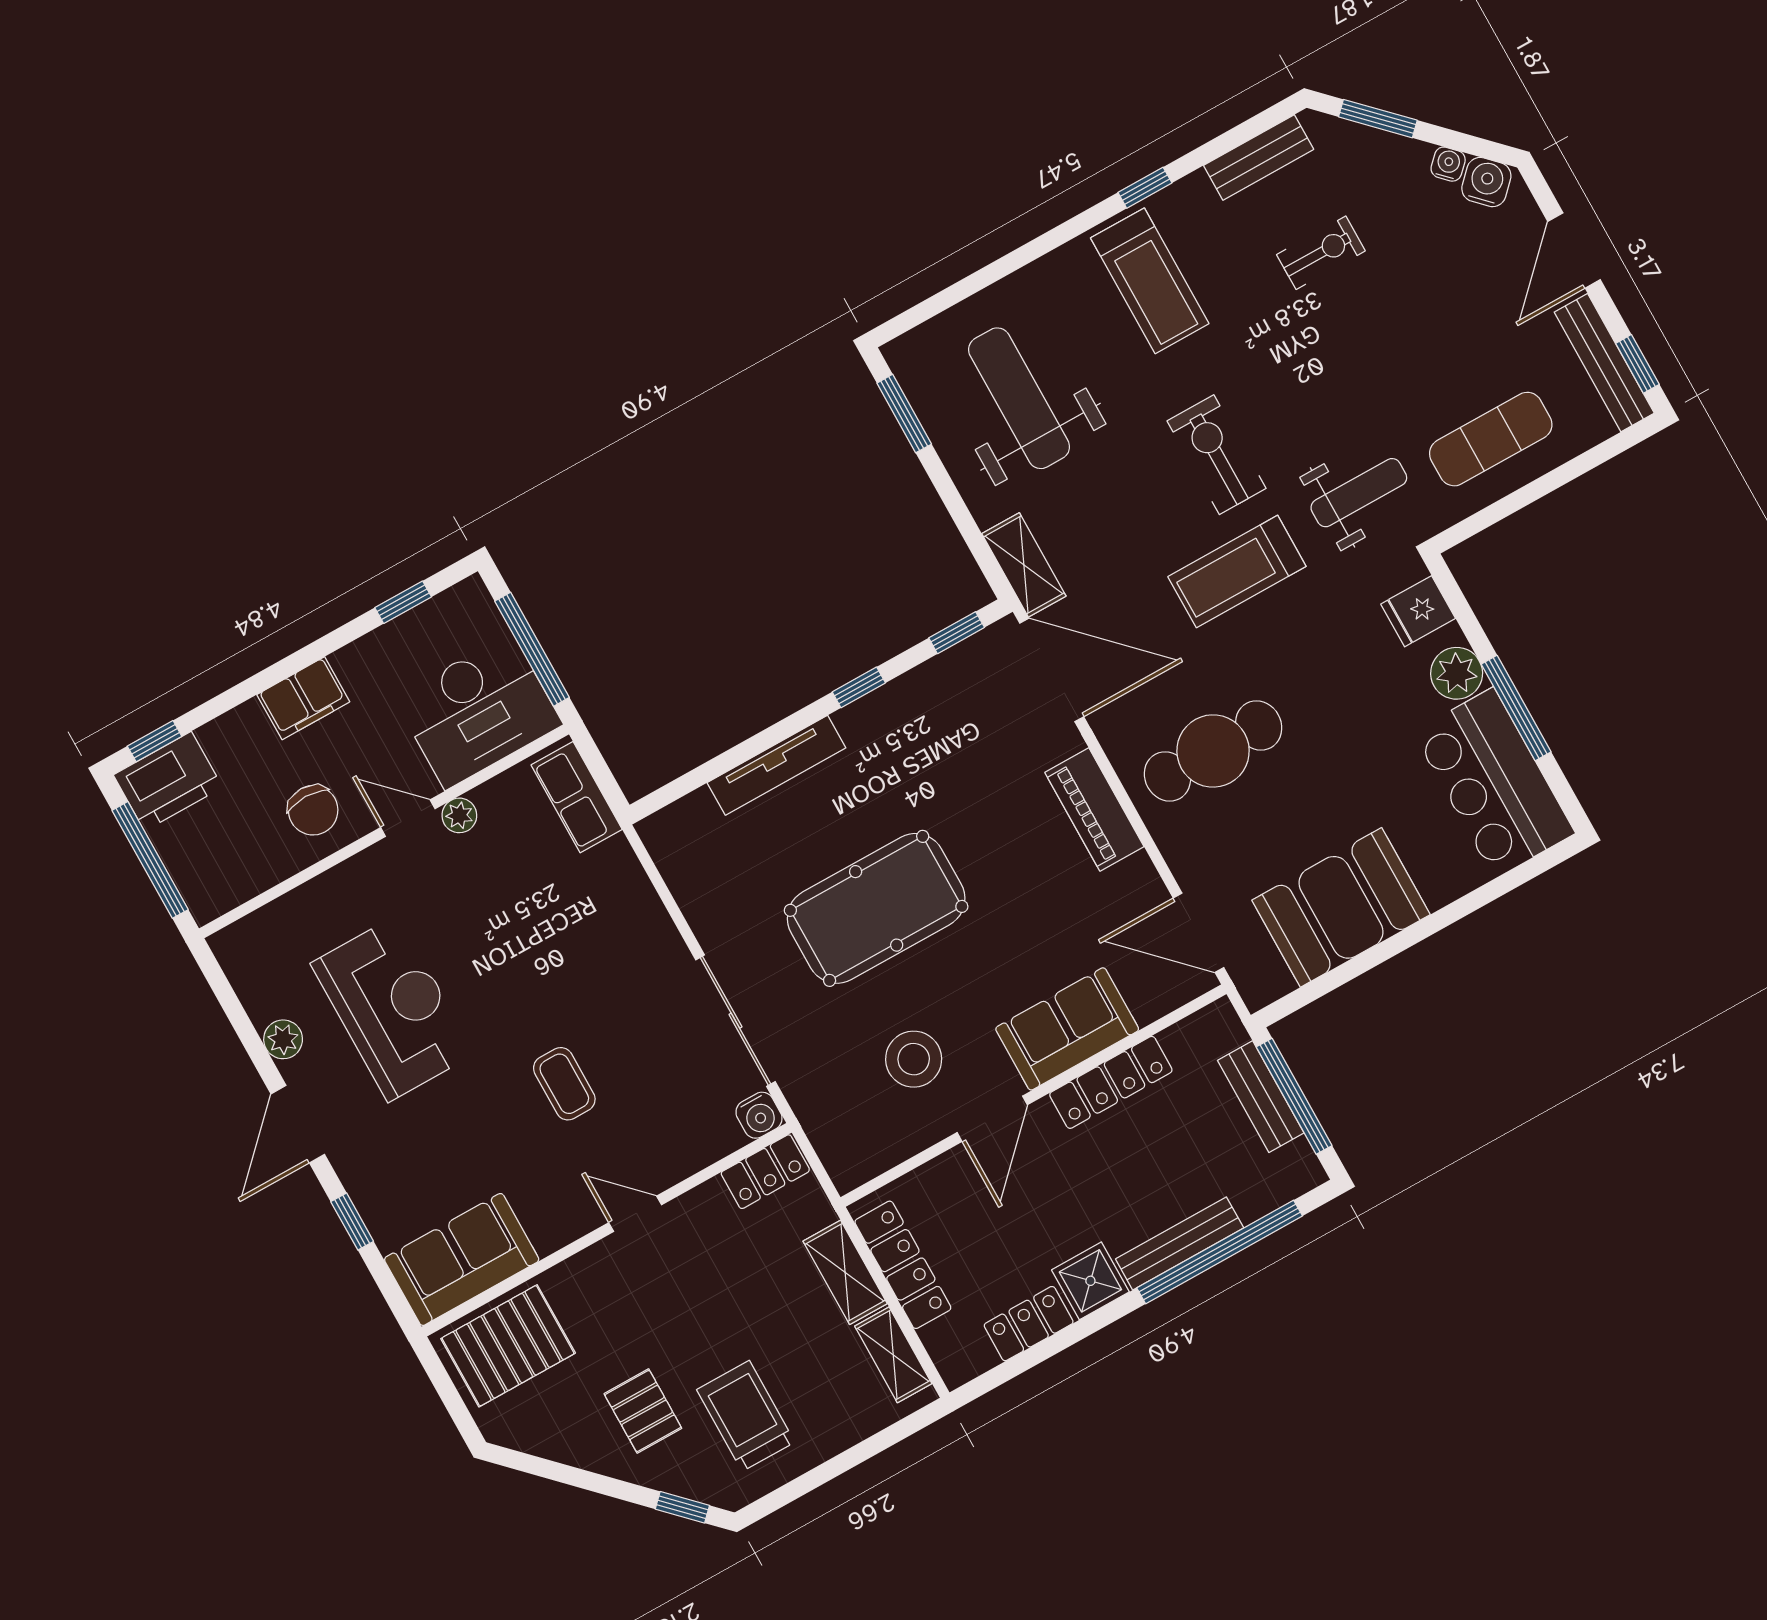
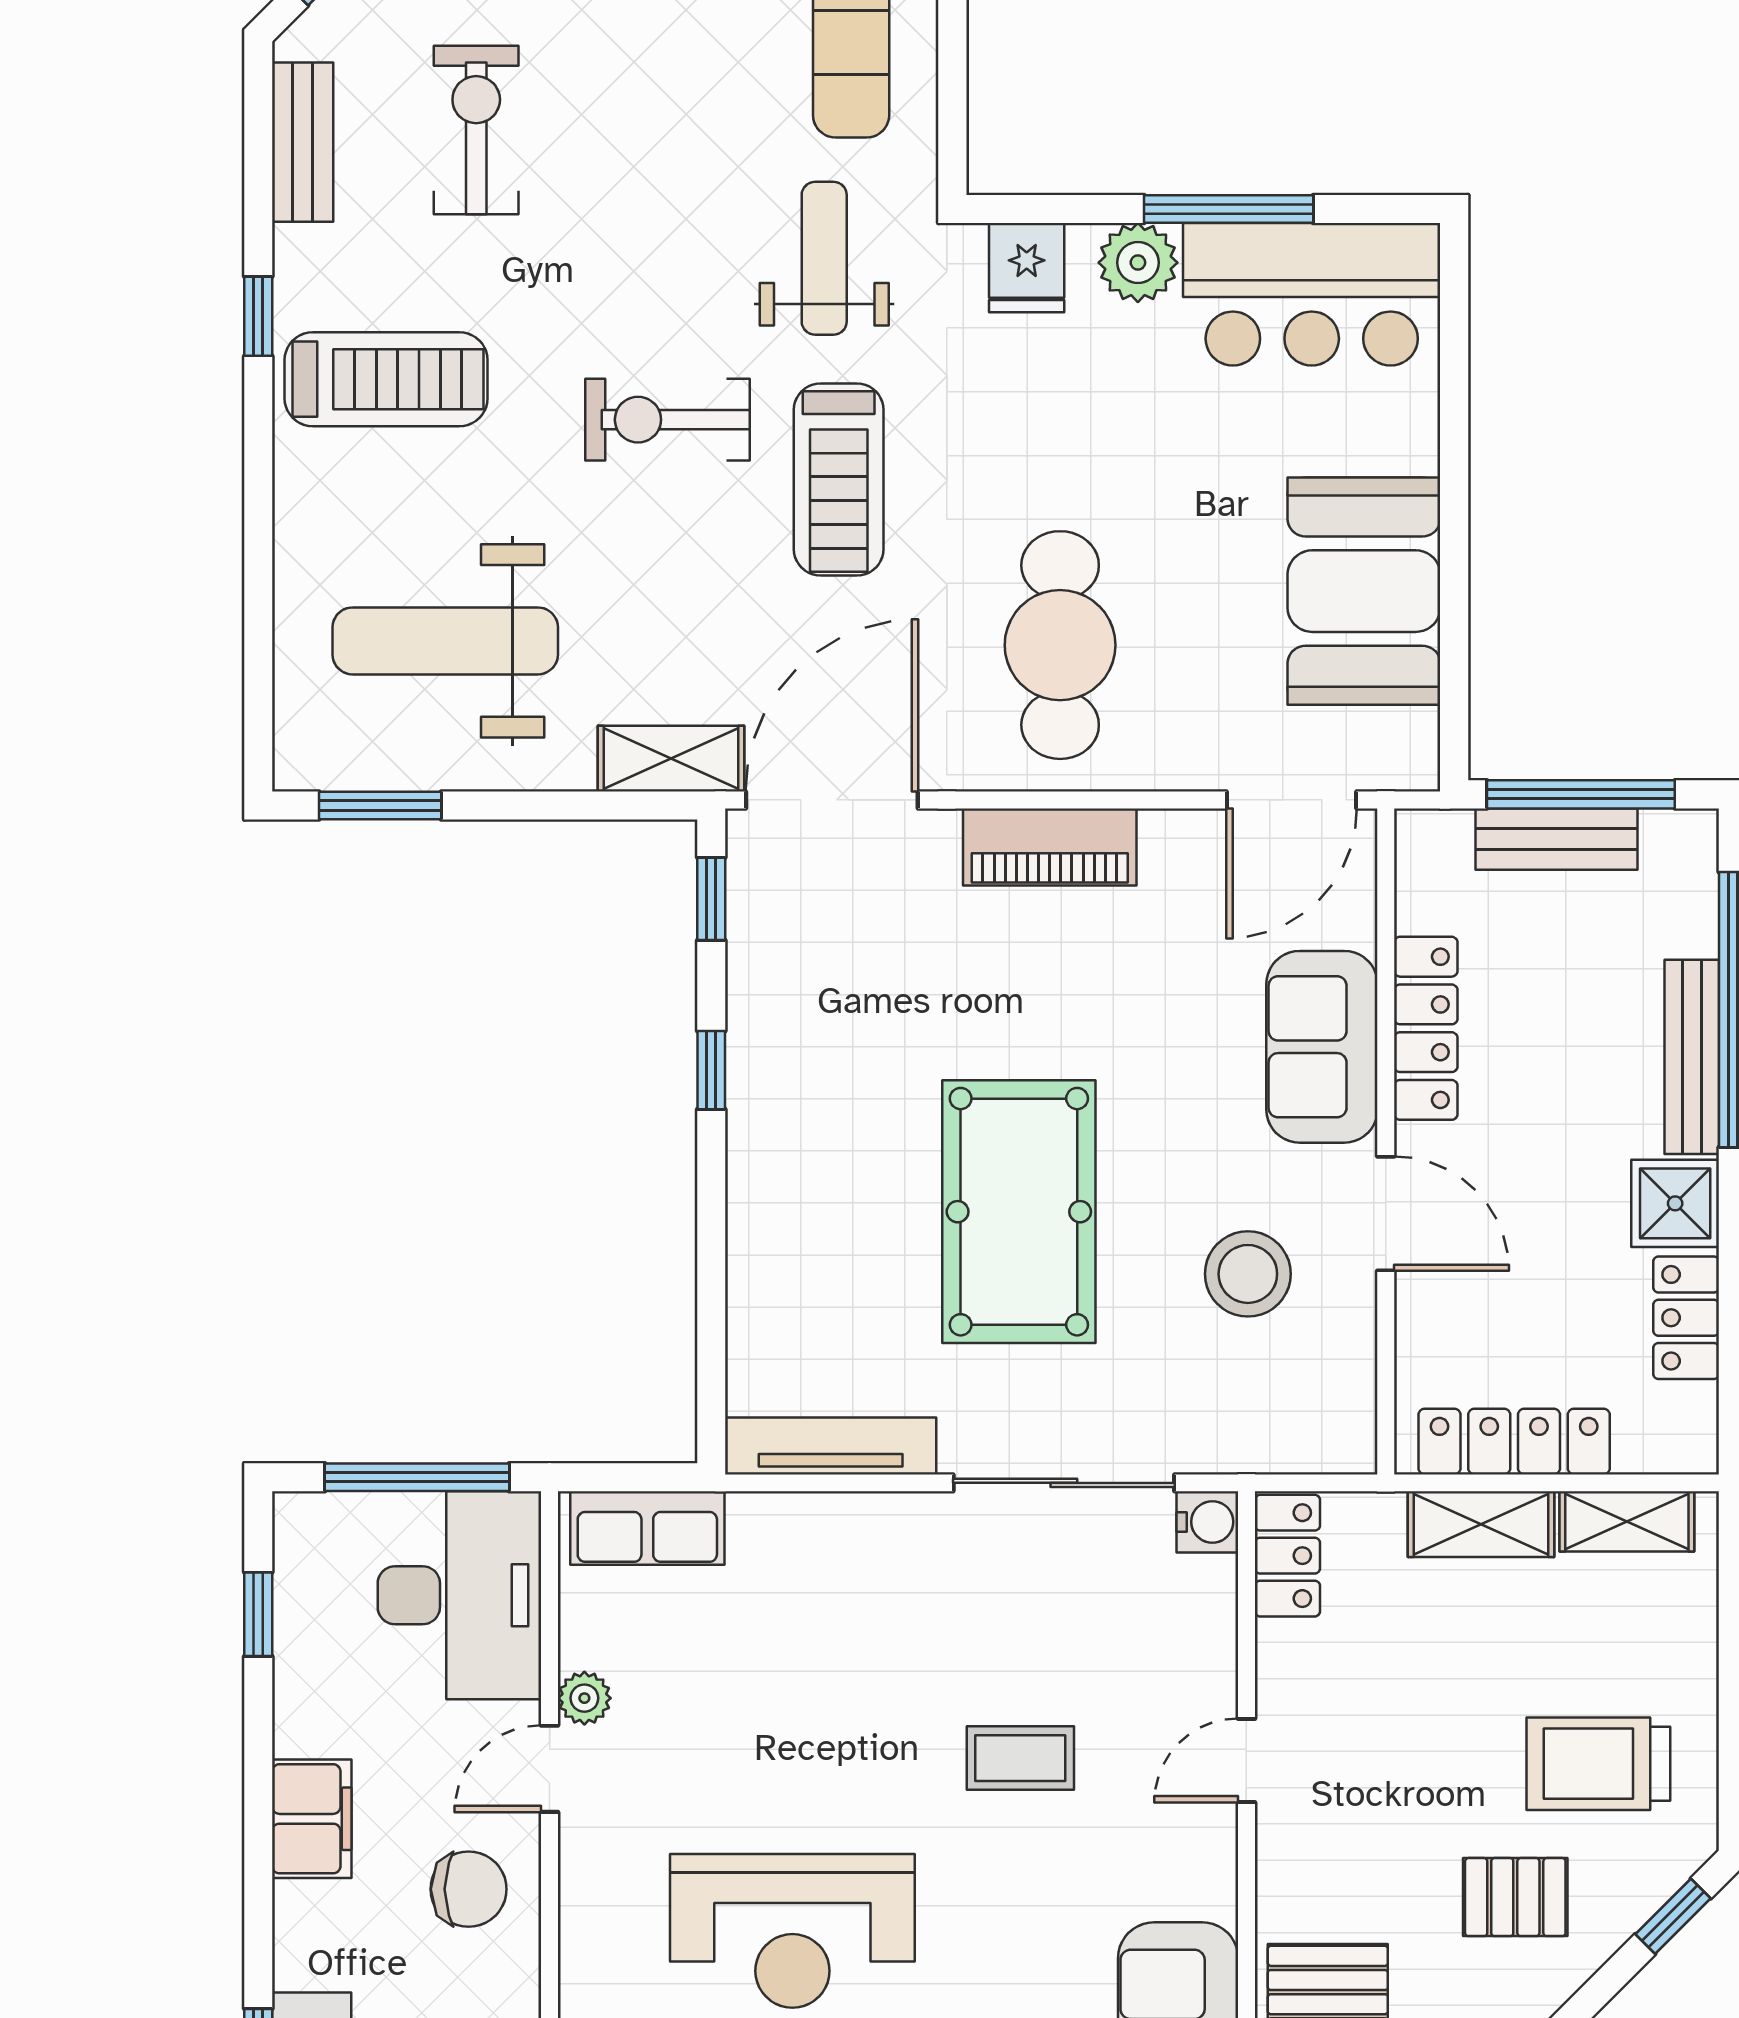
exercise bike: (1321, 253) -> (476, 130), width x1.38, depth x1.39
tv unit: (776, 765) -> (831, 1446), moved, turned -90
reception desk: (393, 1009) -> (792, 1931), turned 180

